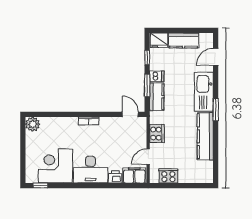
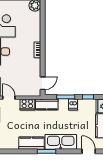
kitchen counter: (157, 97) -> (47, 104), moved
kitchen counter: (205, 136) -> (32, 143), width x0.67

